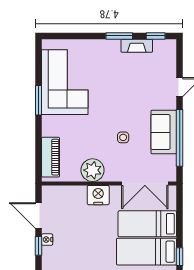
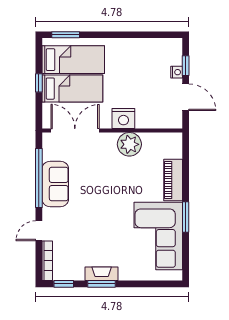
fireplace: (137, 46) -> (102, 274), moved
bookcase: (172, 58) -> (47, 261), added
side table: (123, 137) -> (98, 178), removed
piano: (50, 157) -> (173, 180), moved
window: (180, 257) -> (39, 83), moved

